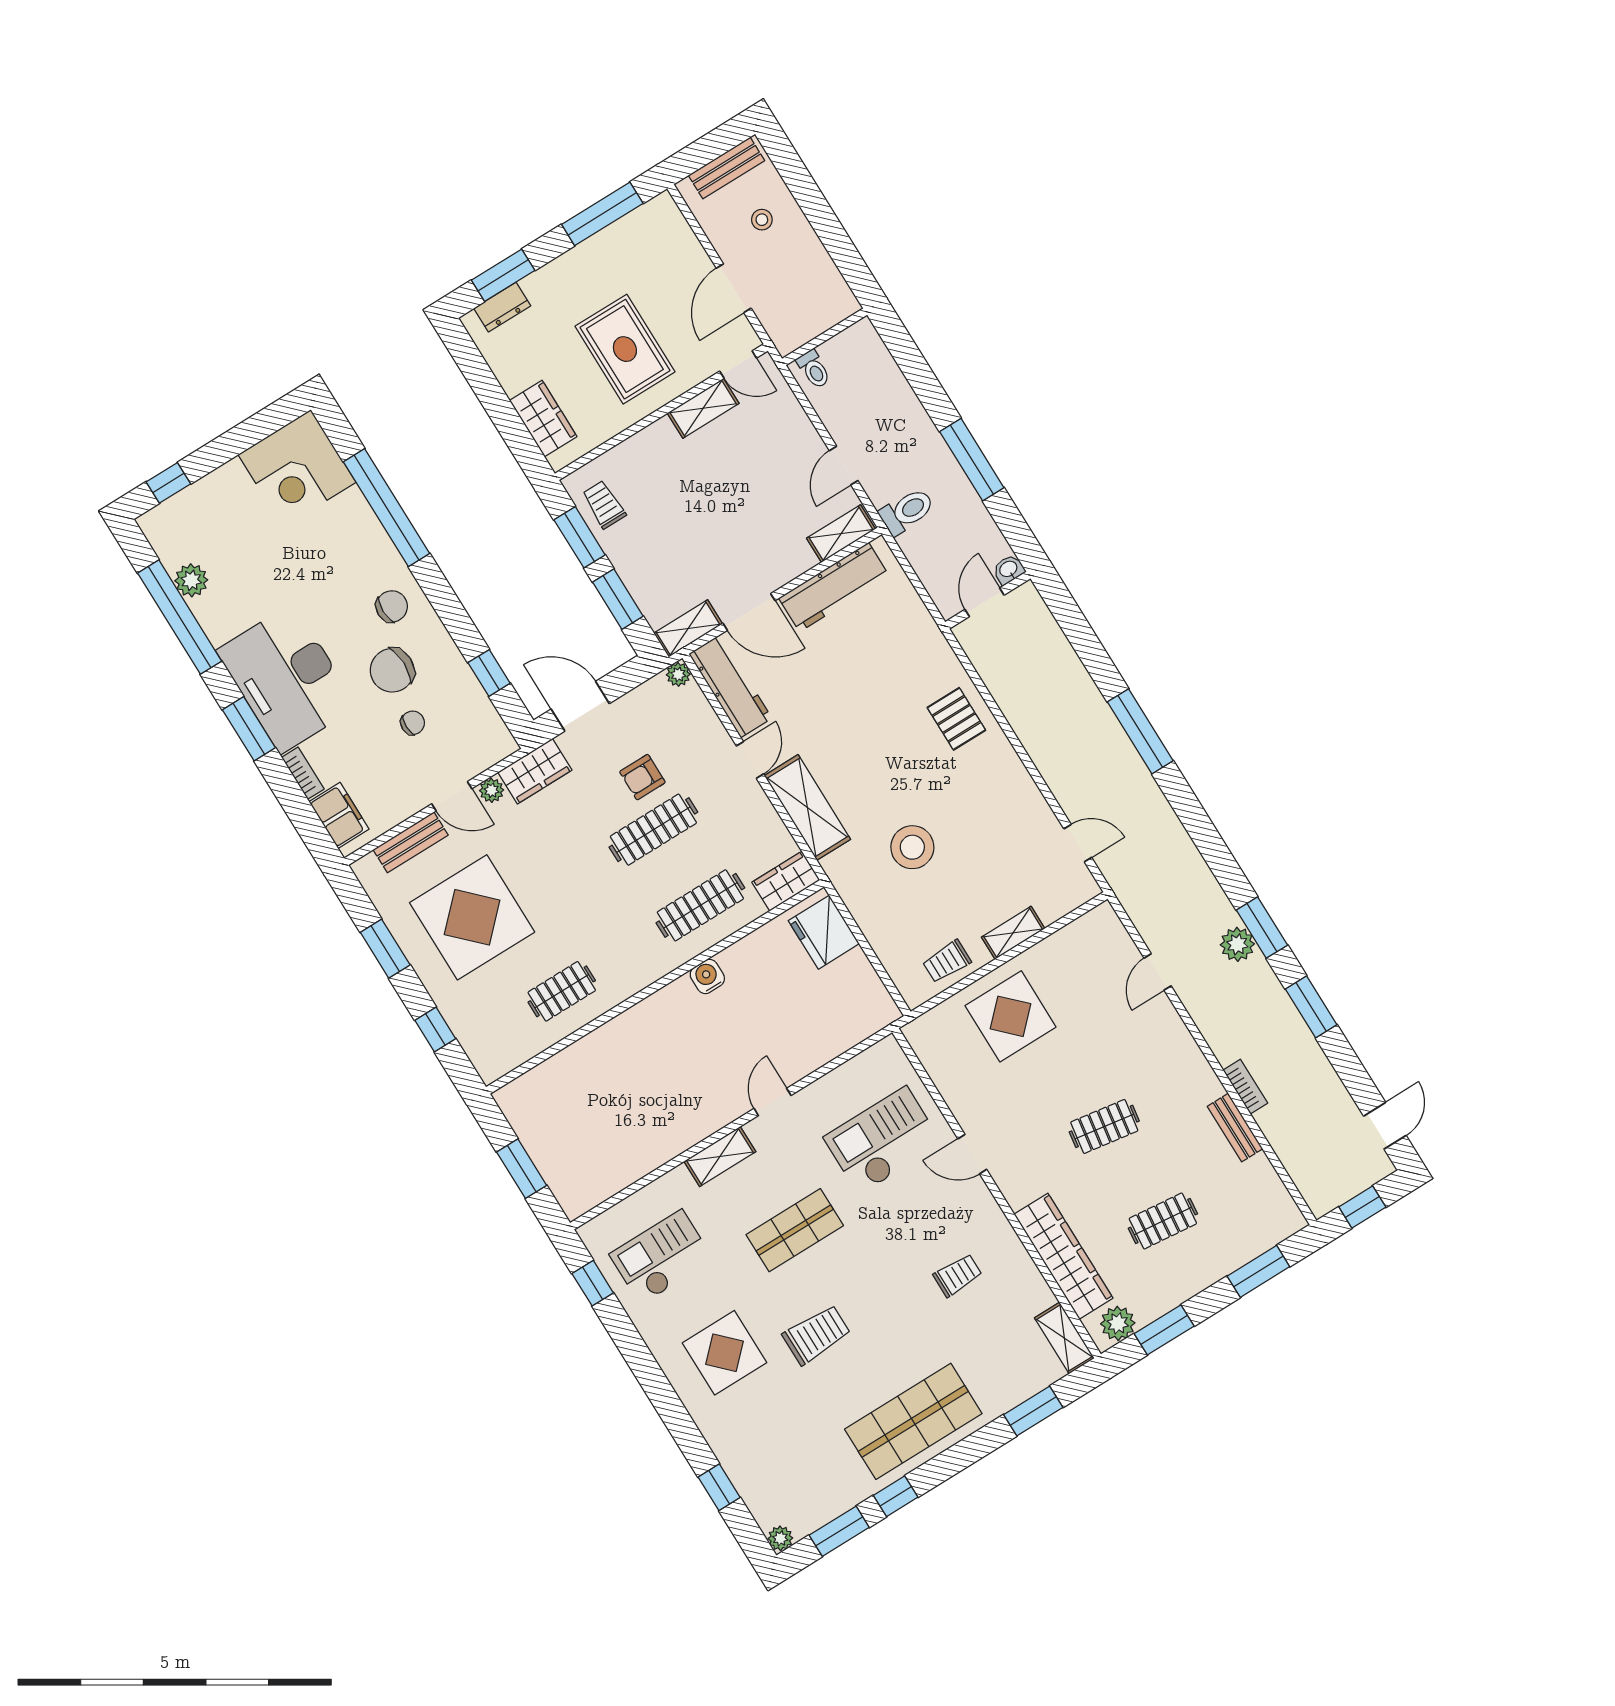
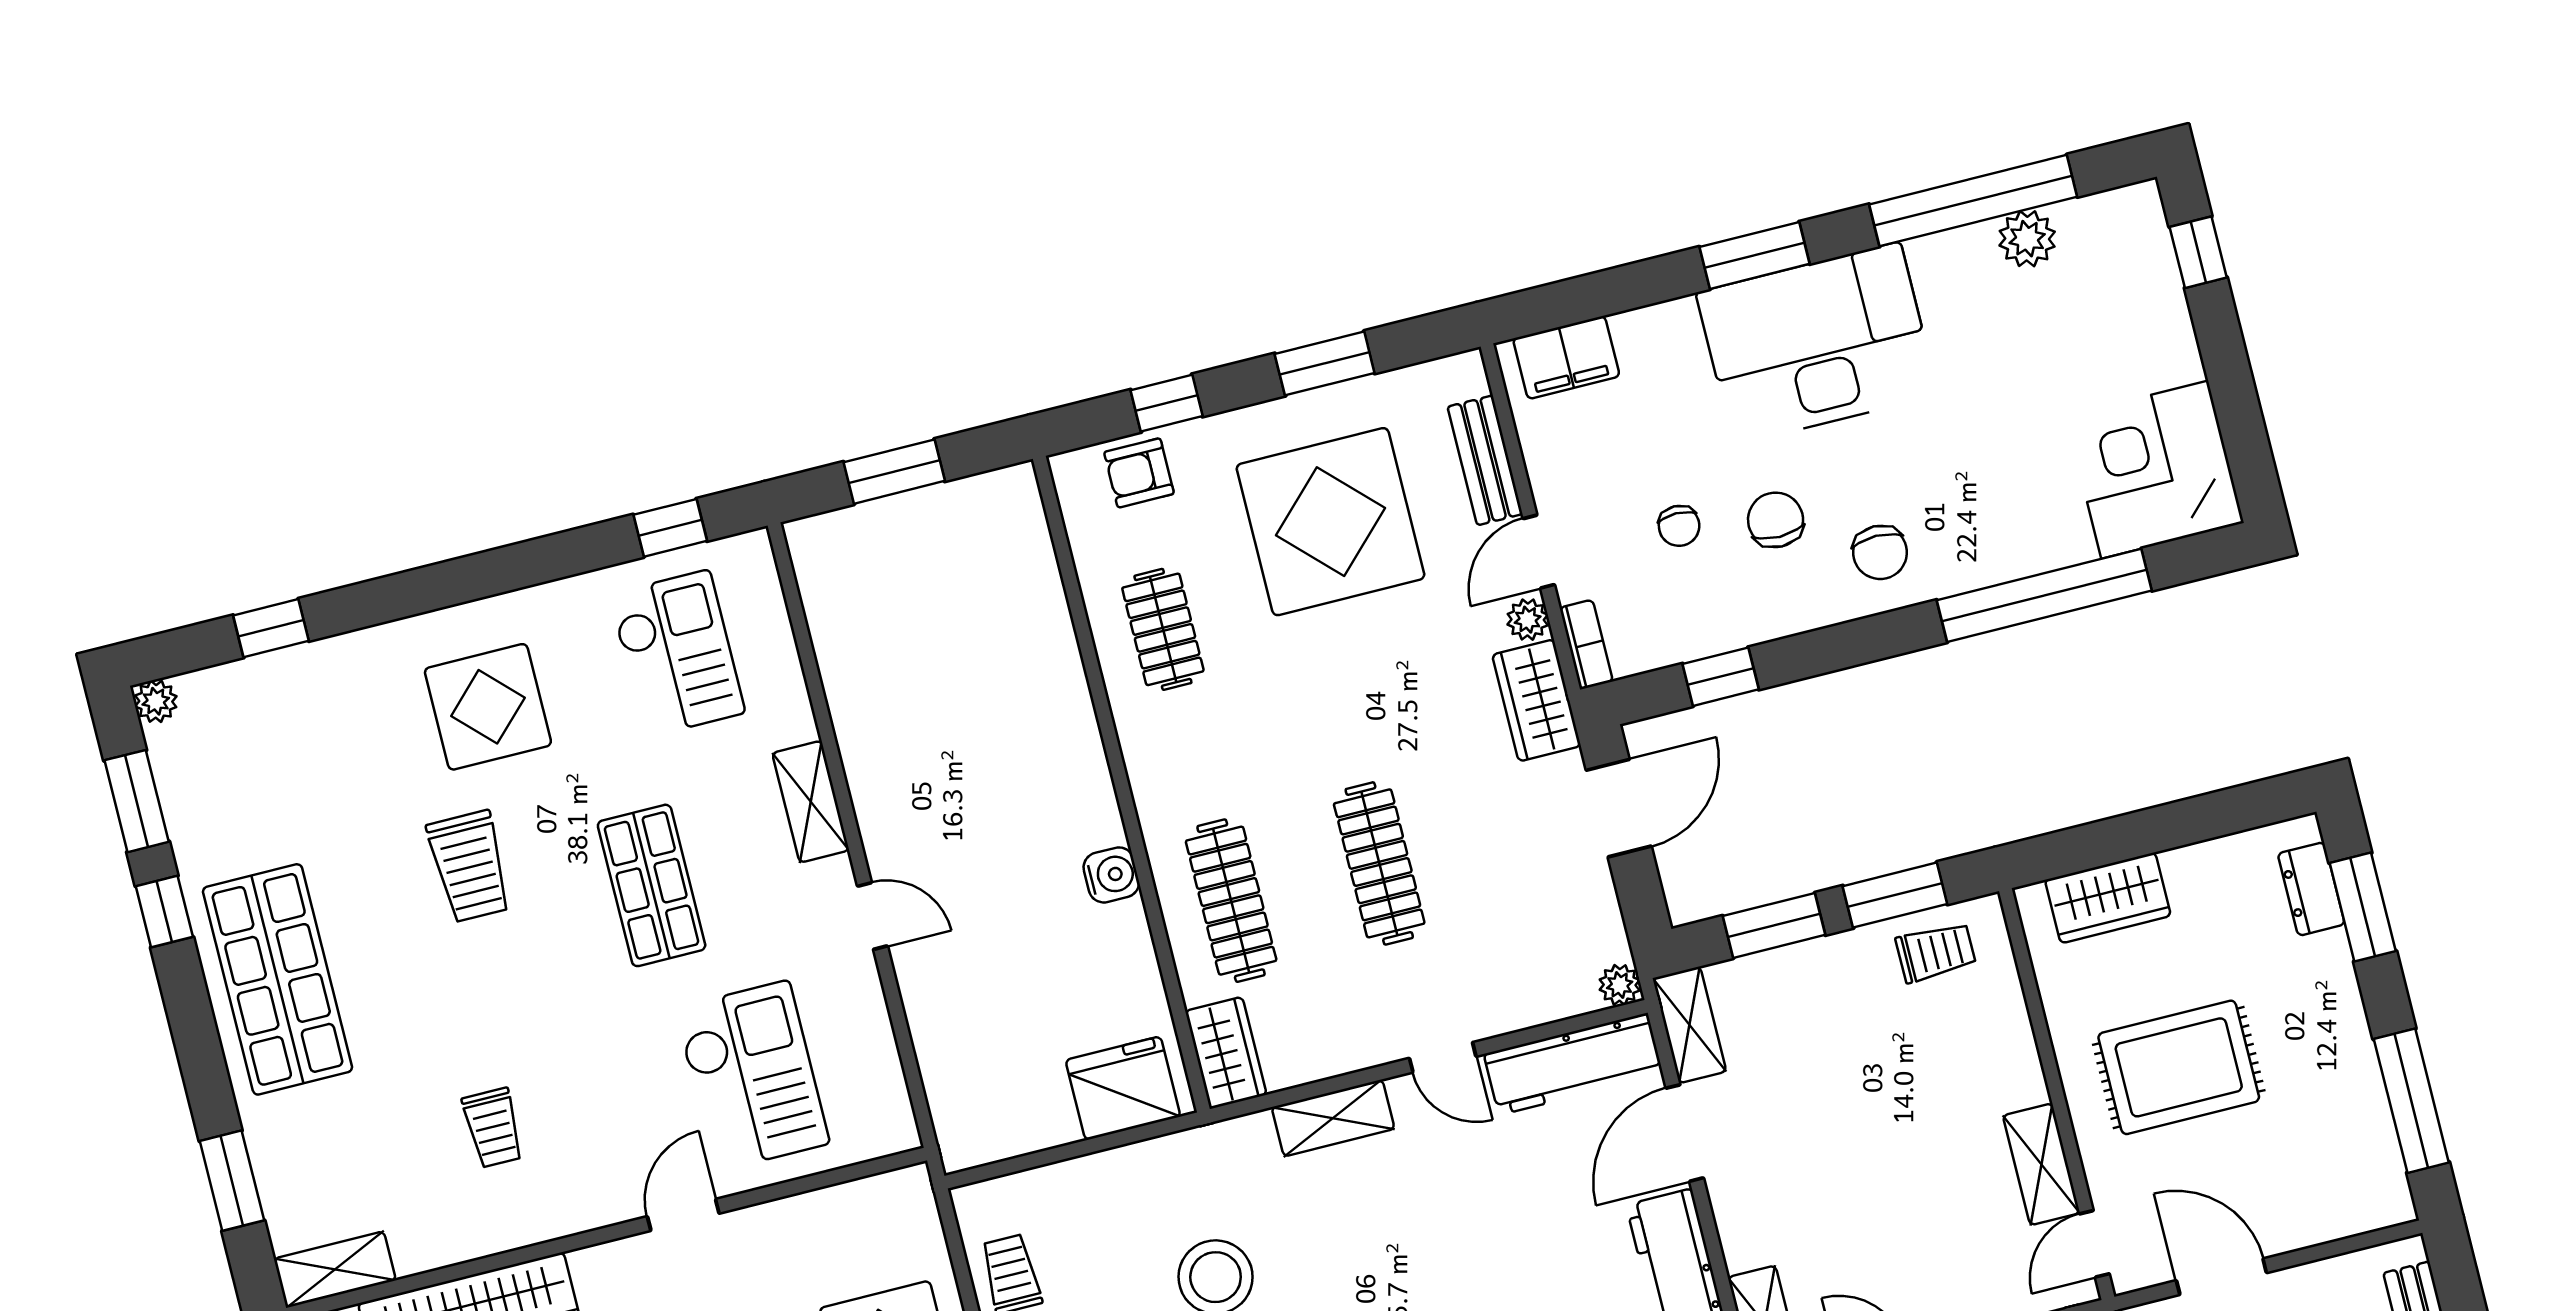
chair: (392, 670) -> (1776, 520), width x0.73, depth x0.73
bookcase: (303, 773) -> (1586, 645), moved, turned -90
armchair: (642, 777) -> (1139, 473), moved, turned -90
shelving: (807, 807) -> (1333, 1118), width x0.67, depth x0.75

